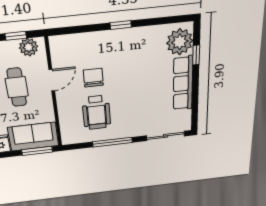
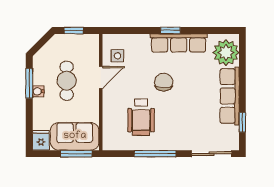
row of seats: (130, 37) -> (179, 43), added
plant: (29, 47) -> (84, 42), removed
window: (196, 55) -> (242, 122), moved
side table: (67, 57) -> (118, 56), added
chair: (93, 78) -> (164, 82), moved

